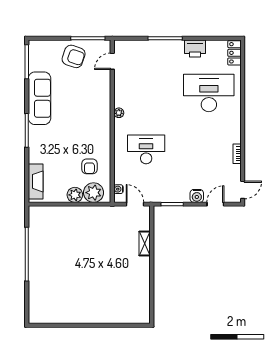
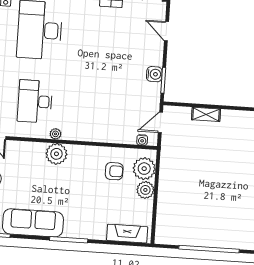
plant: (101, 115) -> (56, 154), added
desk: (146, 149) -> (35, 101), moved
water cooler: (197, 196) -> (154, 74), moved

